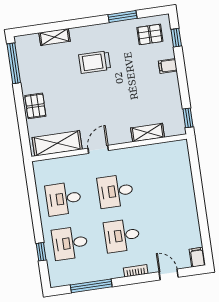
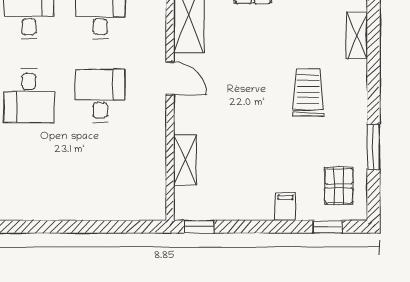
desk: (122, 236) -> (29, 96), turned 180

